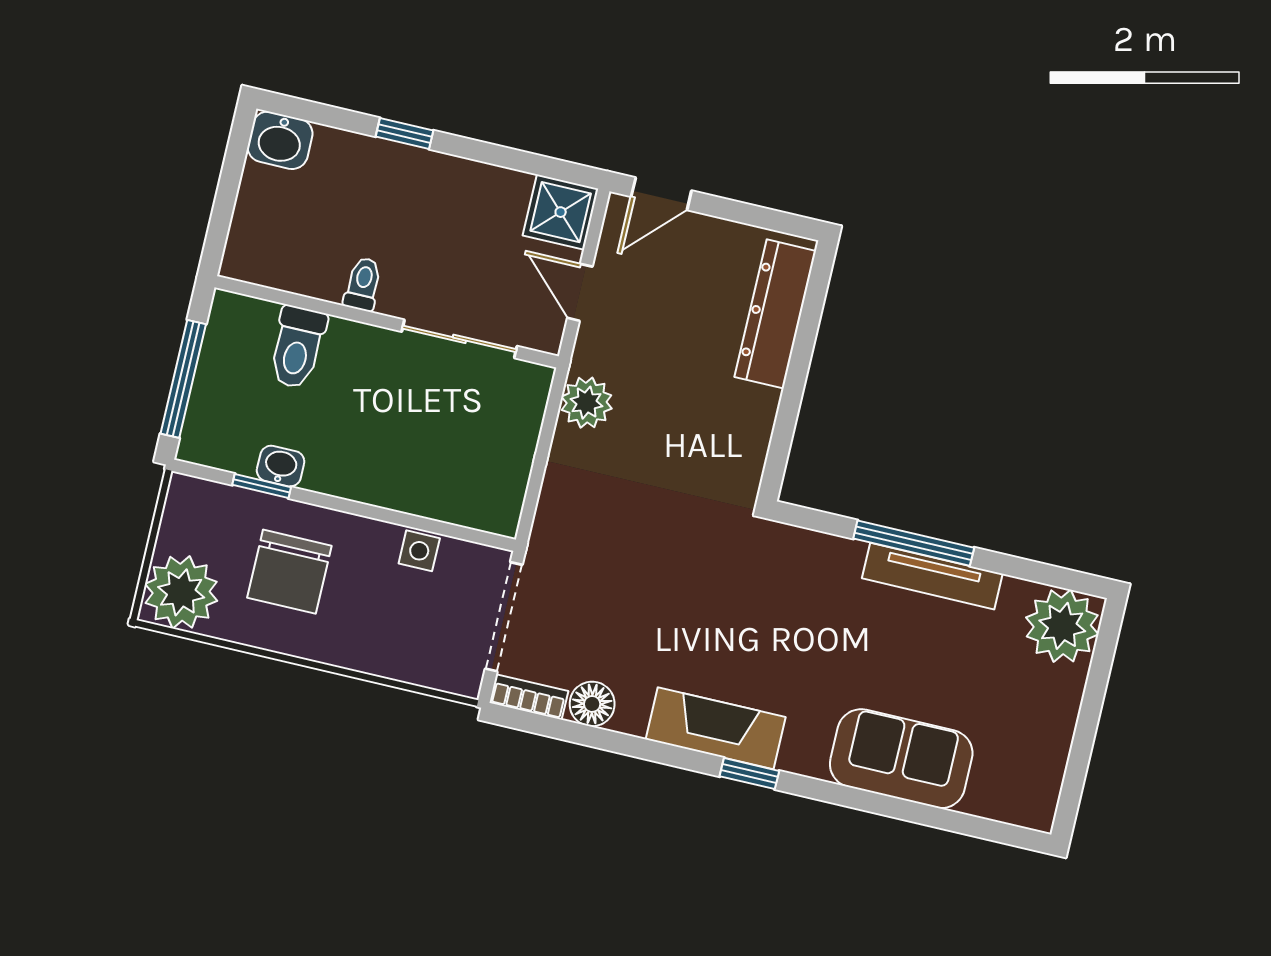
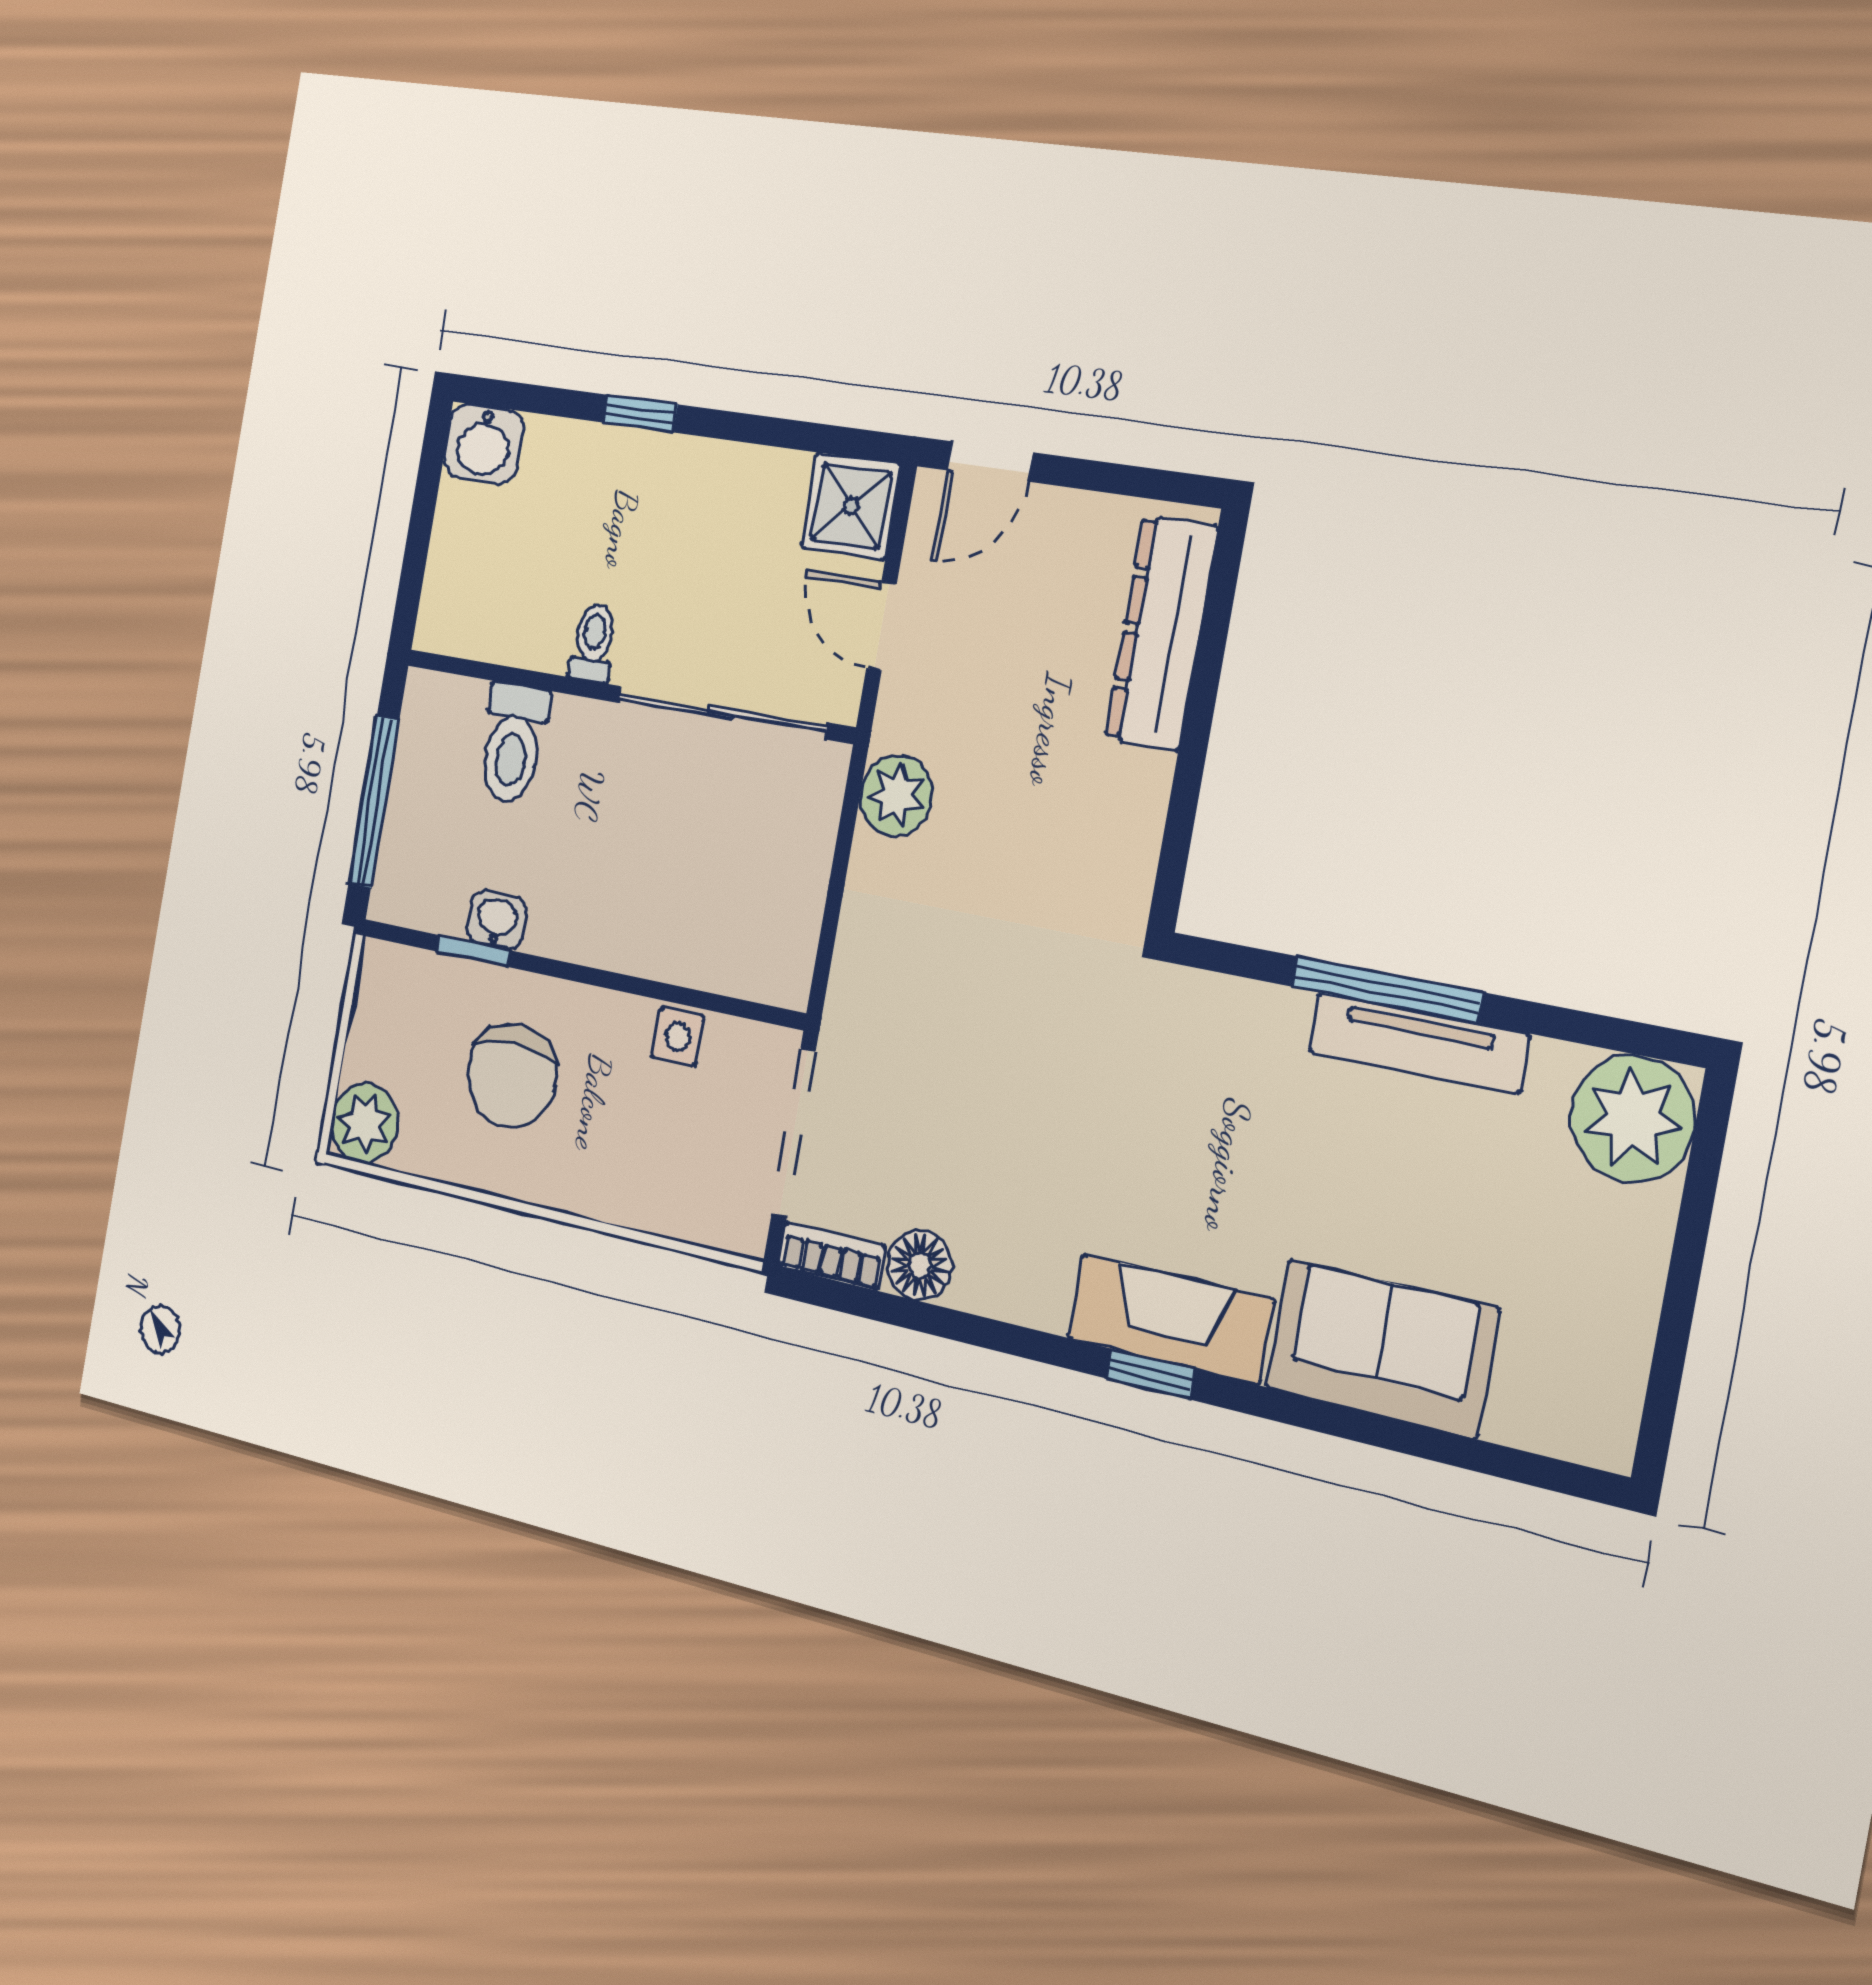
sliding door: (459, 339) -> (721, 712), width x1.37
plant: (181, 592) -> (365, 1123), width x0.73, depth x0.73
fireplace: (716, 728) -> (1170, 1319), moved

